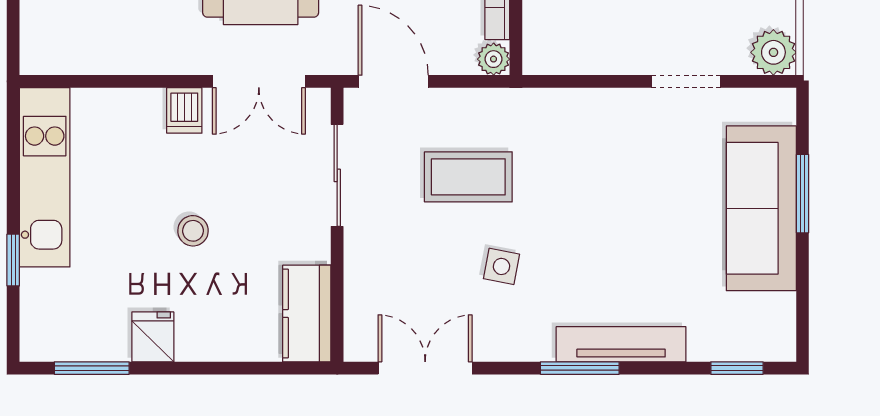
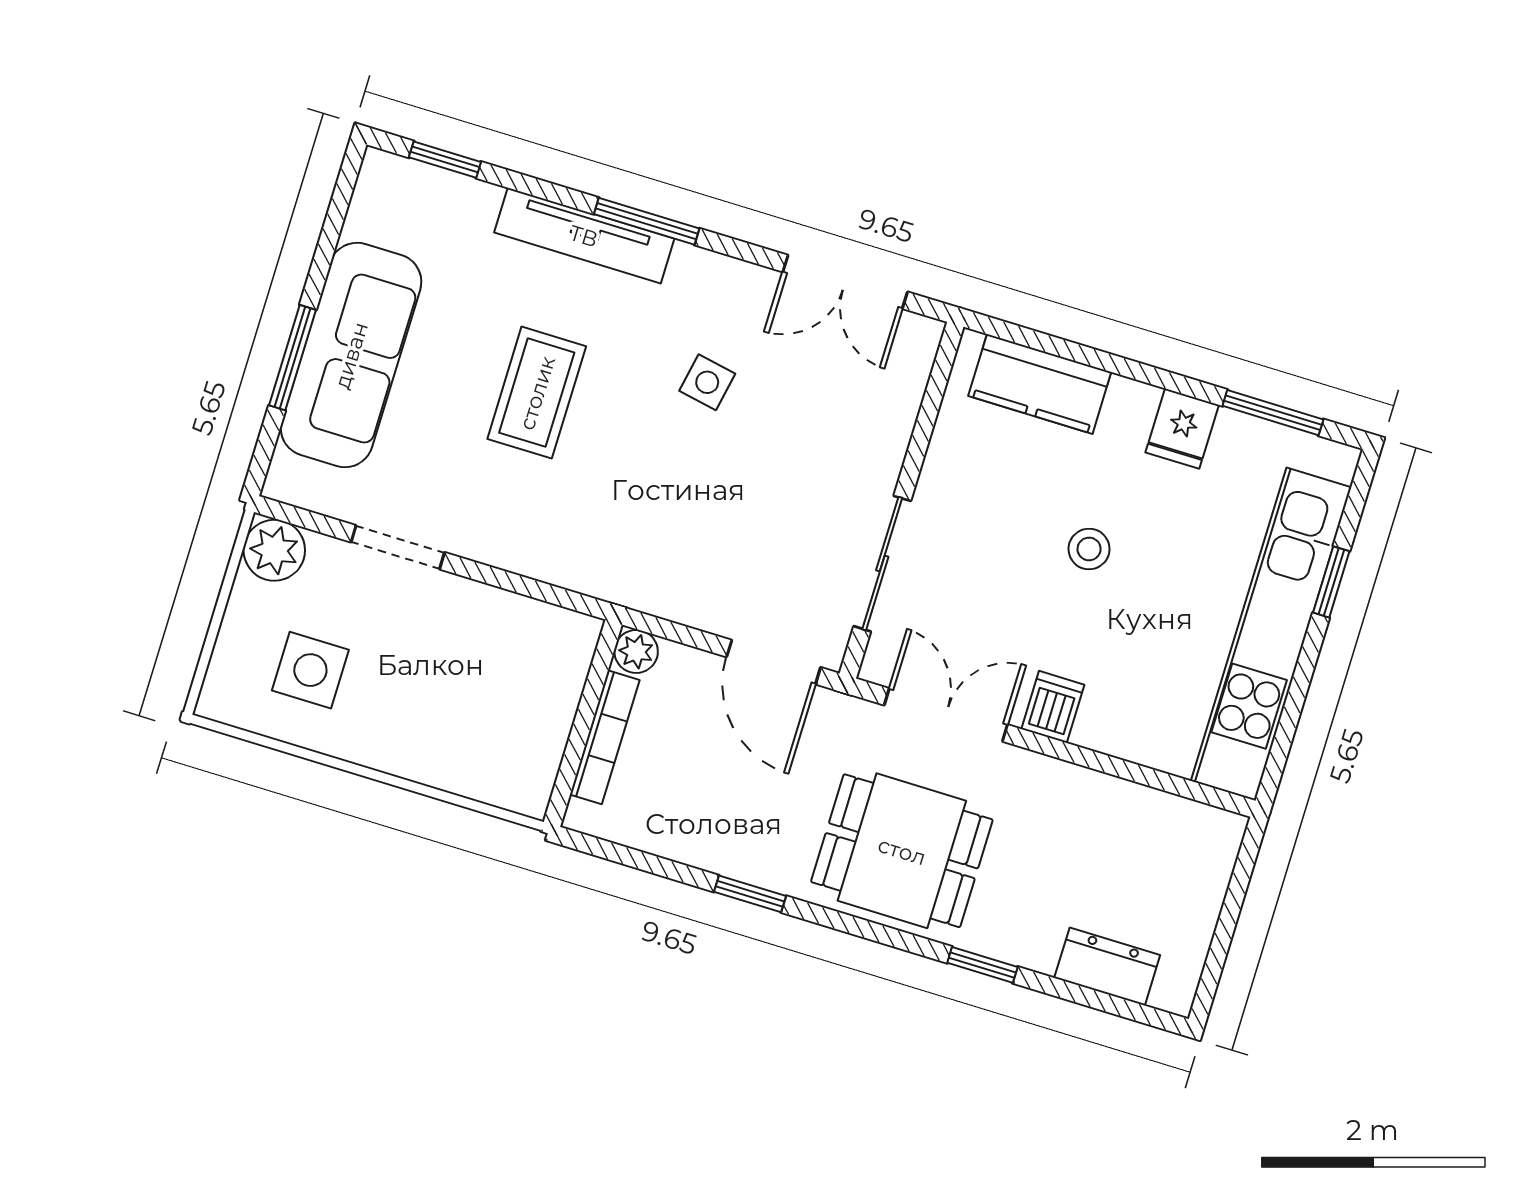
kitchen unit: (45, 177) -> (1271, 634), width x1.36
coffee table: (468, 177) -> (537, 393), moved, turned 90
kitchen counter: (307, 313) -> (1040, 384), moved, turned 90

